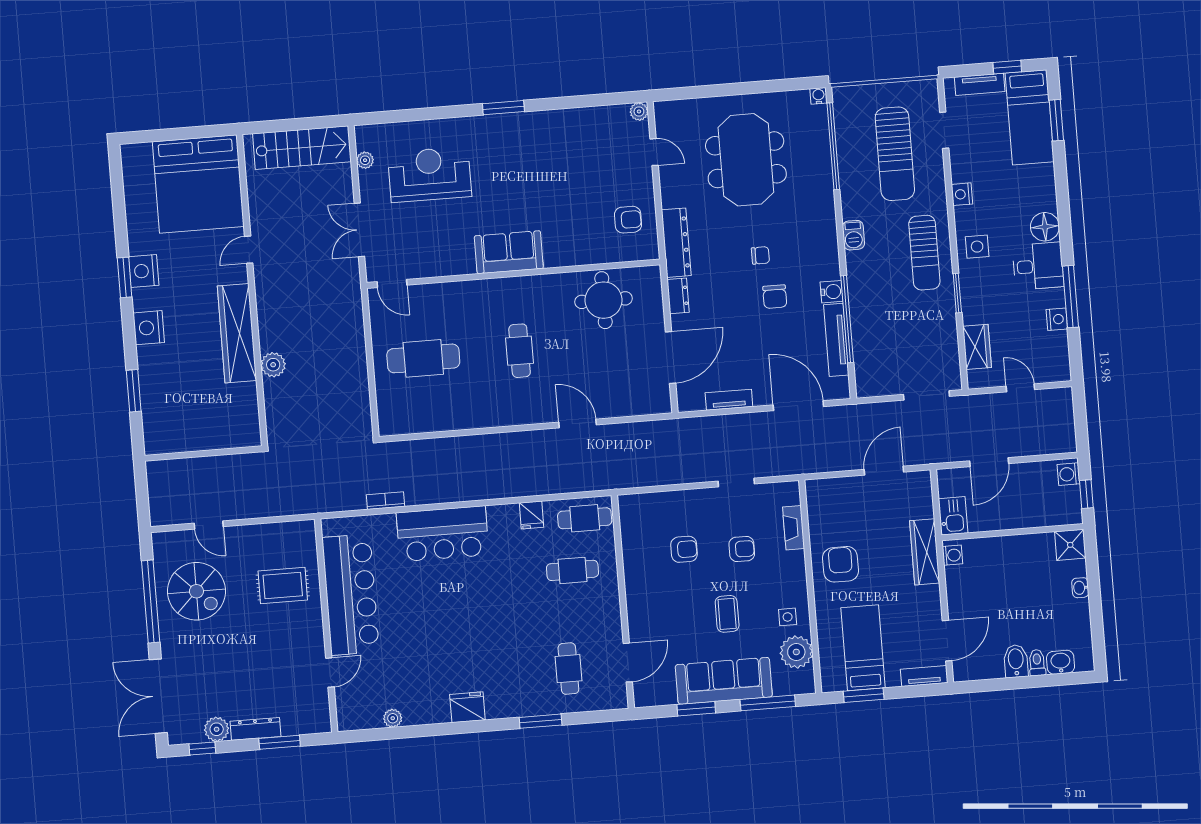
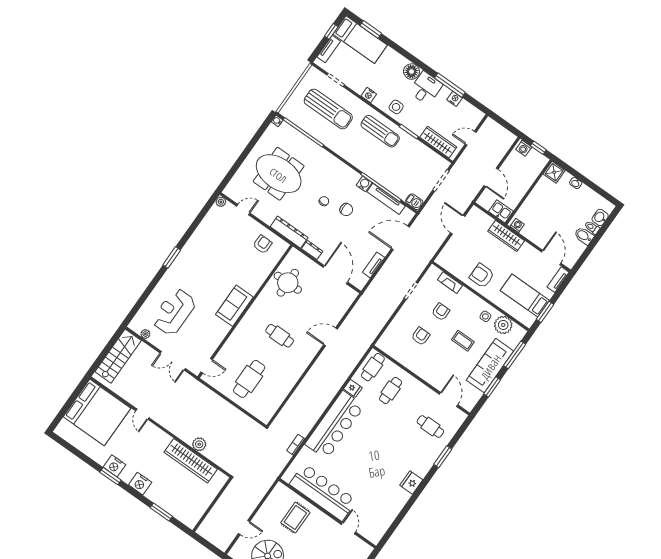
barbecue: (853, 235) -> (414, 202), moved
wardrobe: (237, 333) -> (191, 461), moved
wardrobe: (977, 347) -> (438, 142), width x1.50
bar counter: (443, 534) -> (335, 425), width x1.36
plant: (393, 718) -> (390, 518), removed

